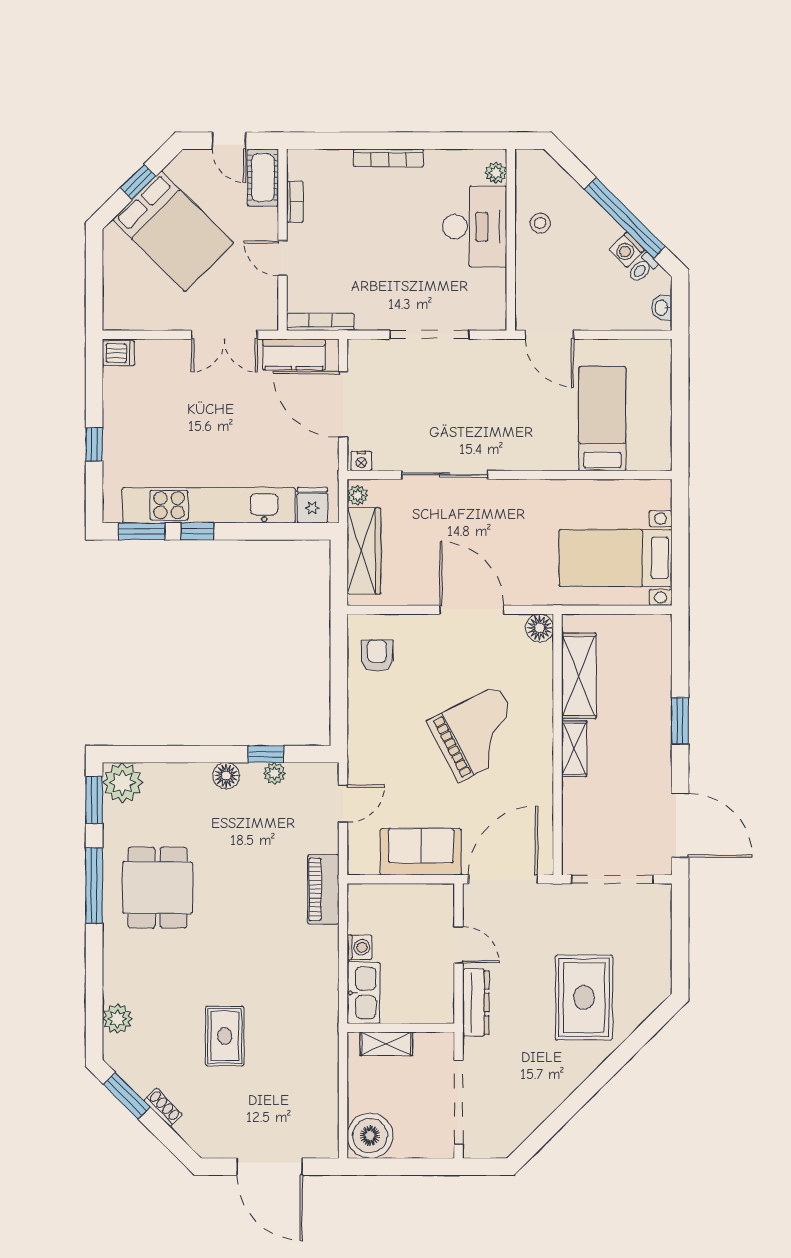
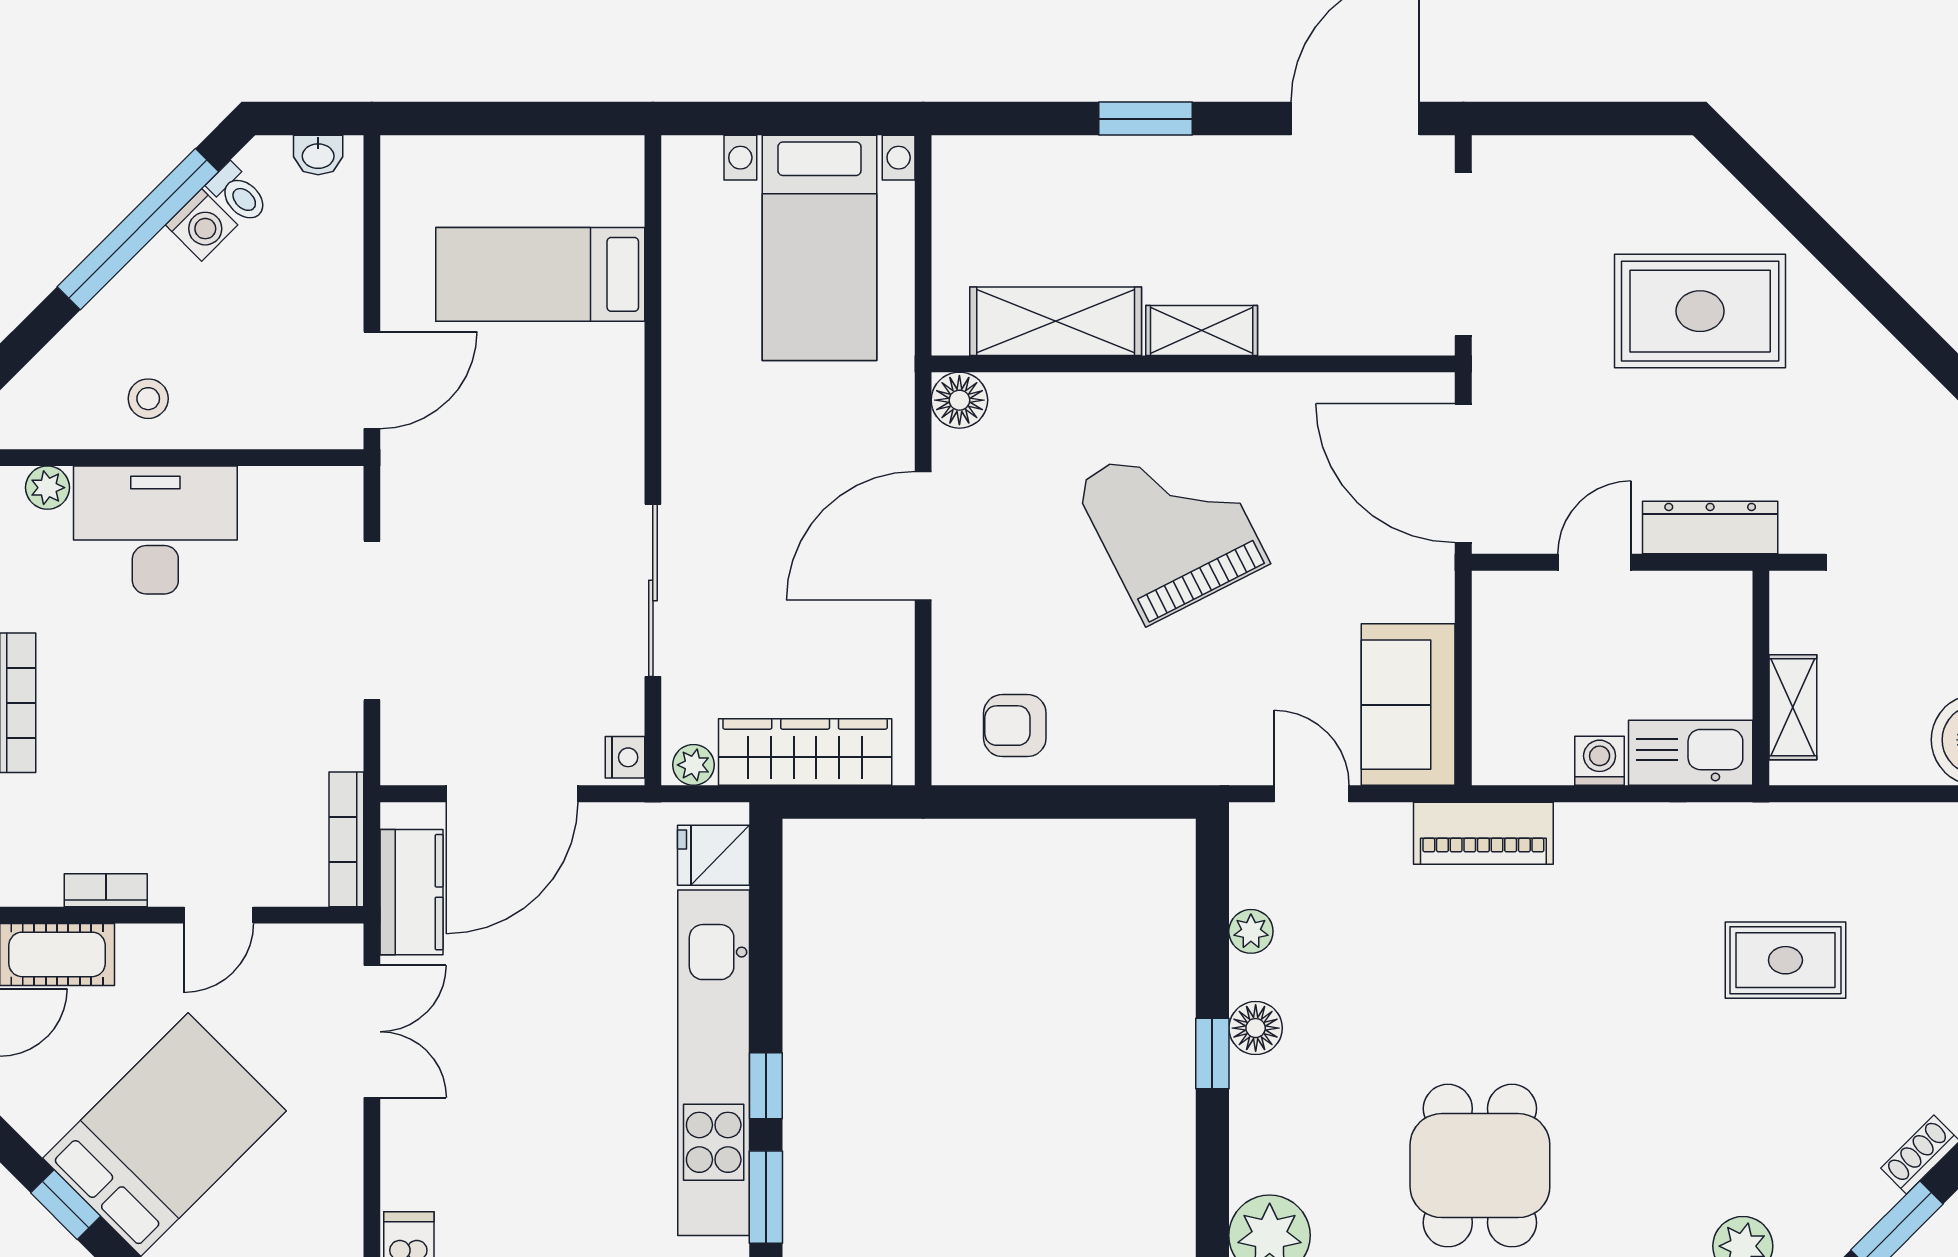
window: (266, 754) -> (1212, 1054), moved
sofa: (421, 852) -> (1408, 705), moved
dining table: (158, 888) -> (1480, 1166), turned 90
rug: (225, 1036) -> (1785, 960), moved

